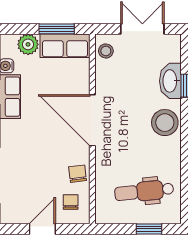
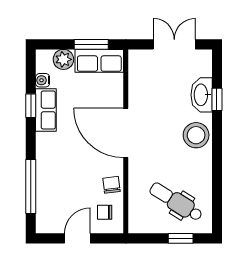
stool: (106, 51) -> (139, 66), removed
dental chair: (144, 191) -> (176, 202), turned 38
chair: (71, 202) -> (105, 212), turned -90

